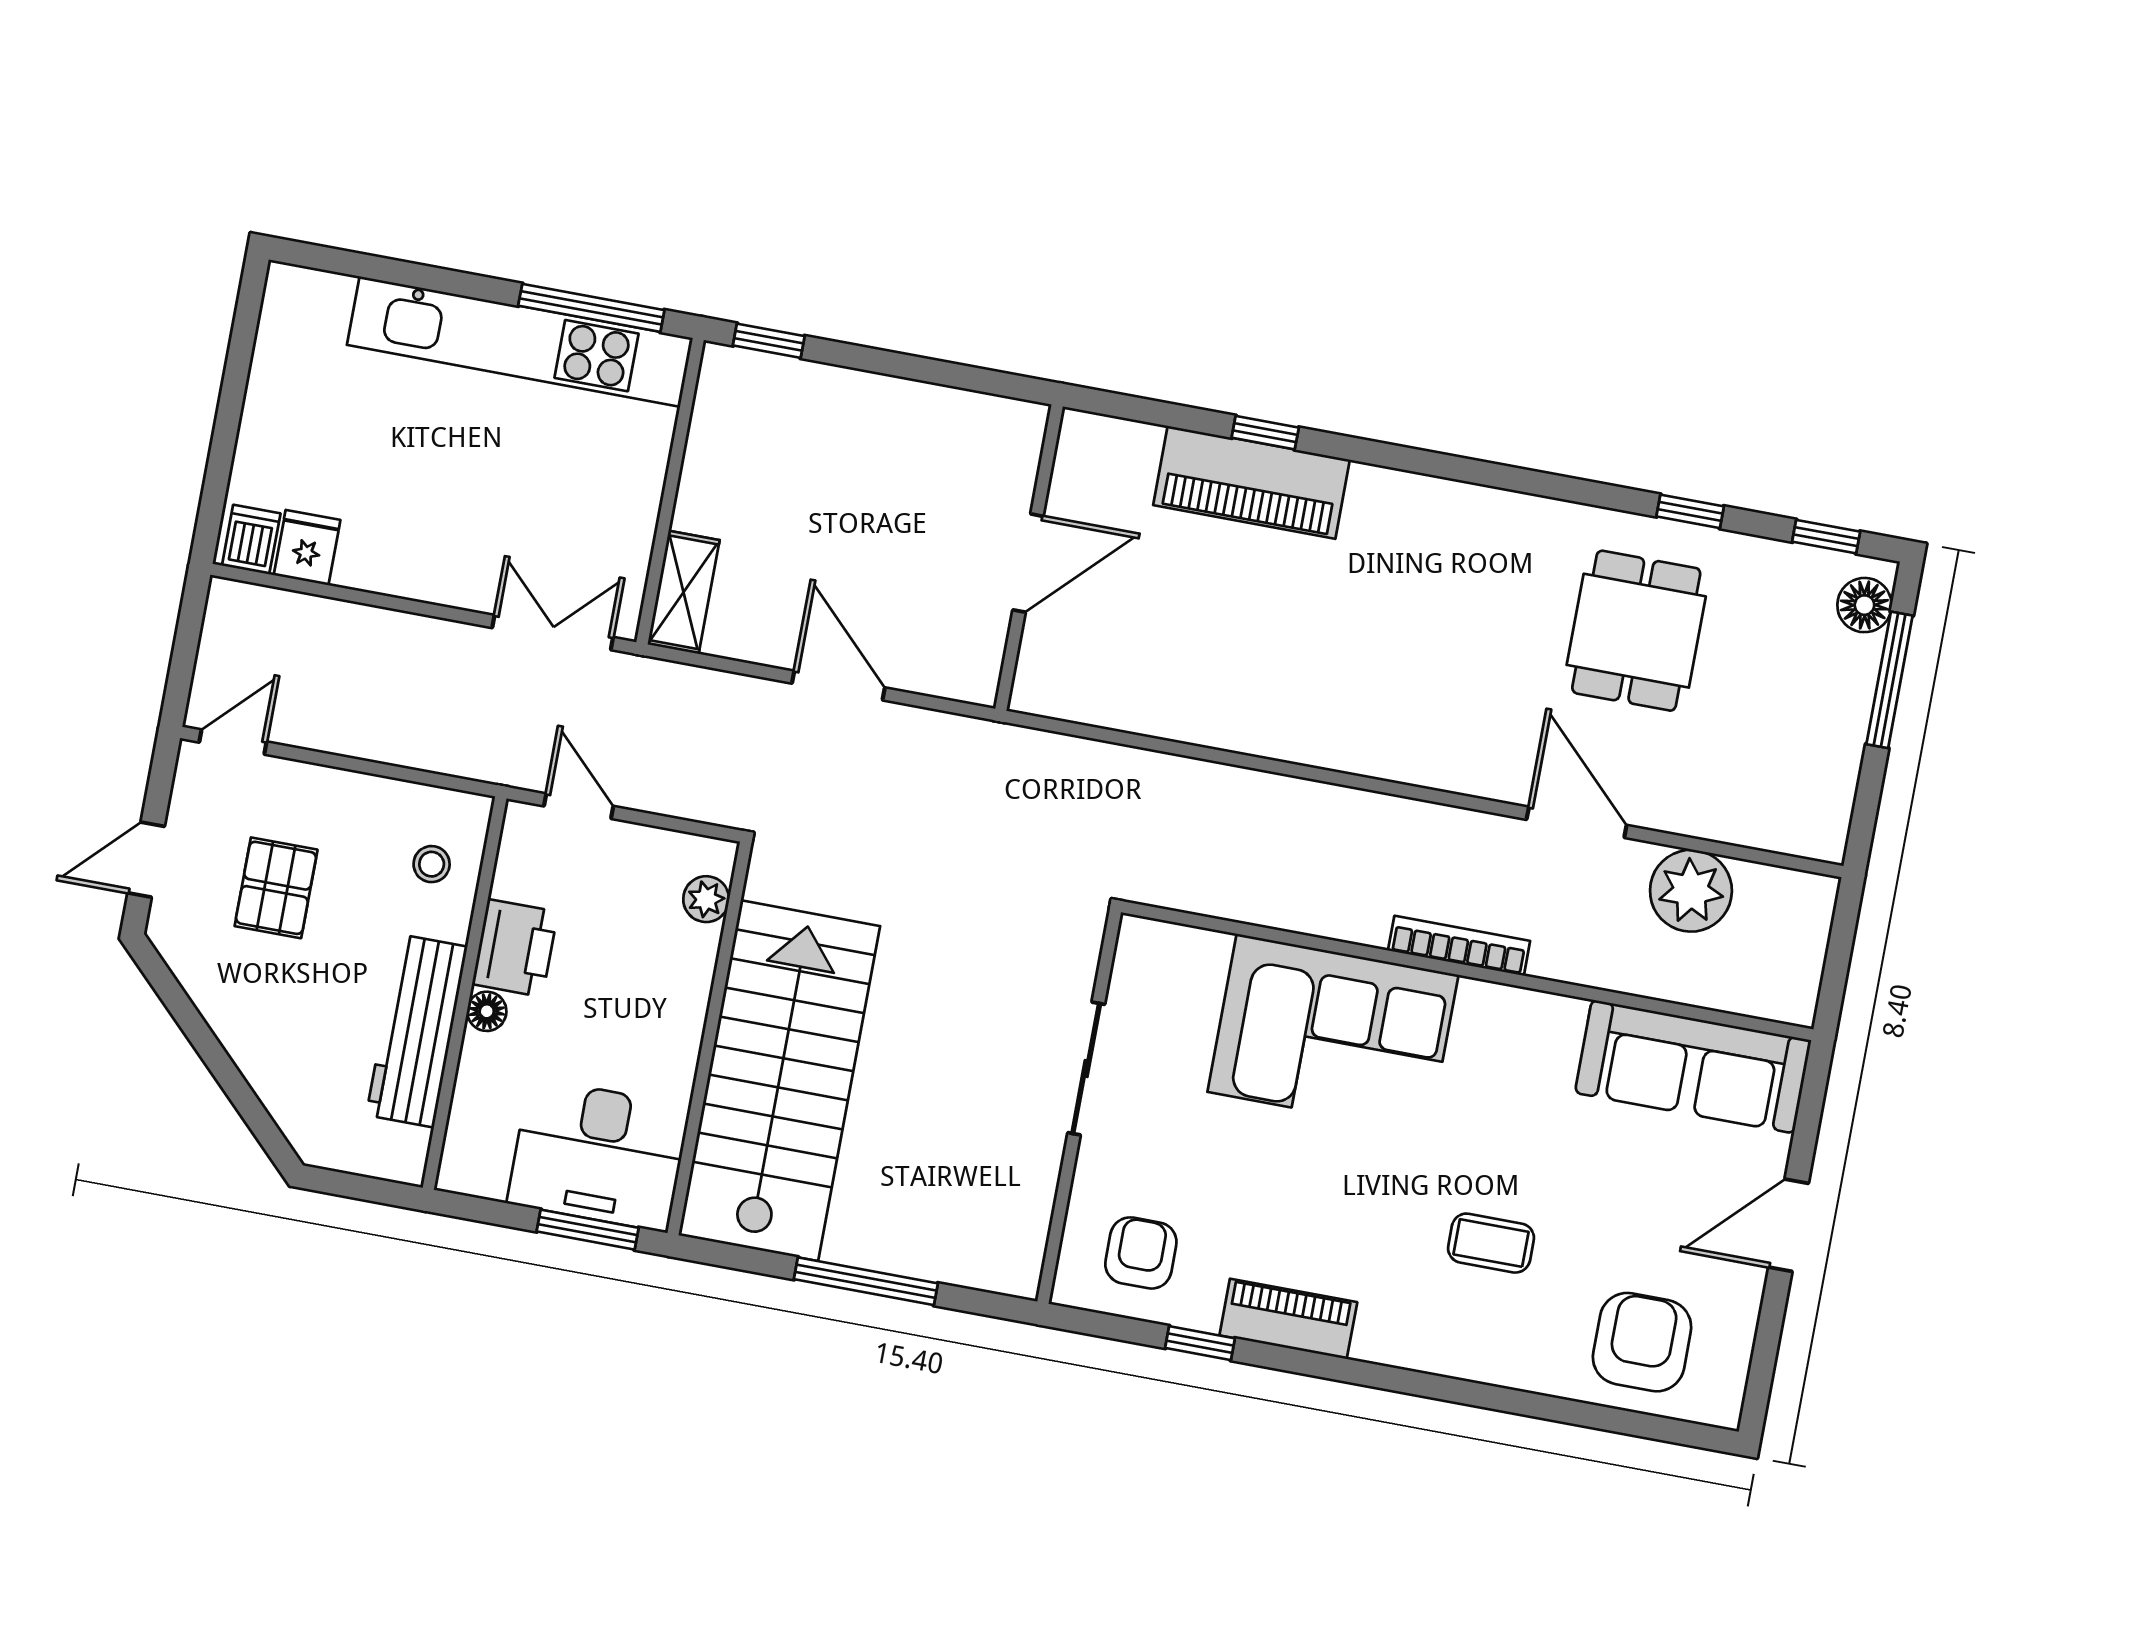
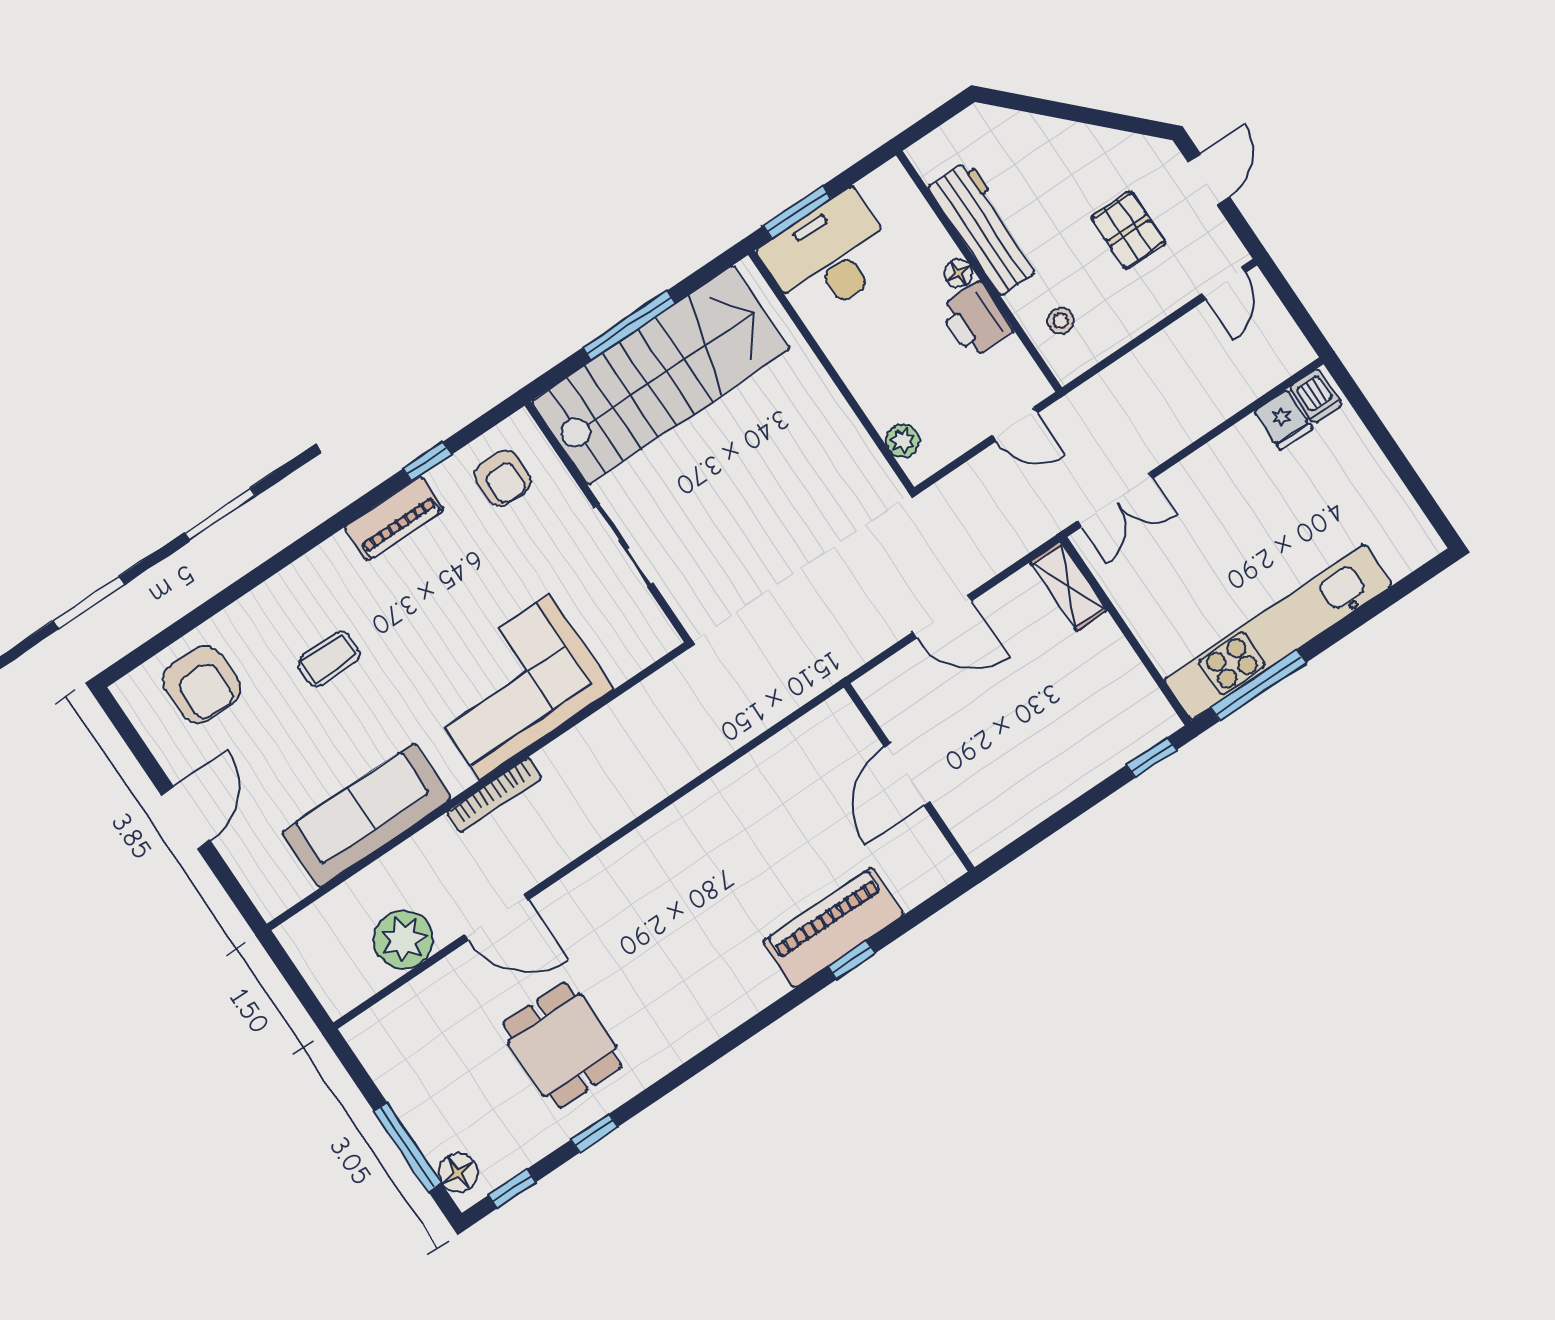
sofa: (1693, 1067) -> (367, 815), moved
stairs: (779, 1081) -> (661, 375), moved, turned -90

